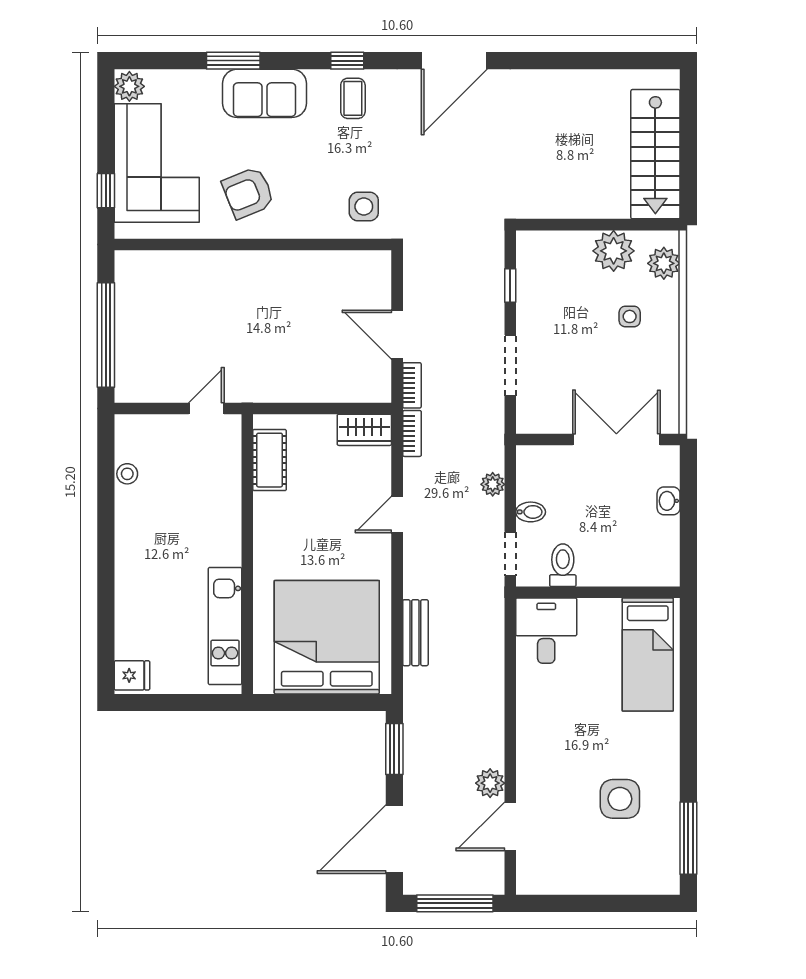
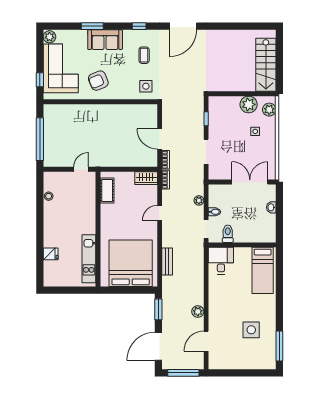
coffee table: (353, 98) -> (144, 55), moved
fridge: (132, 675) -> (51, 254), moved
plant: (490, 783) -> (198, 312), moved

